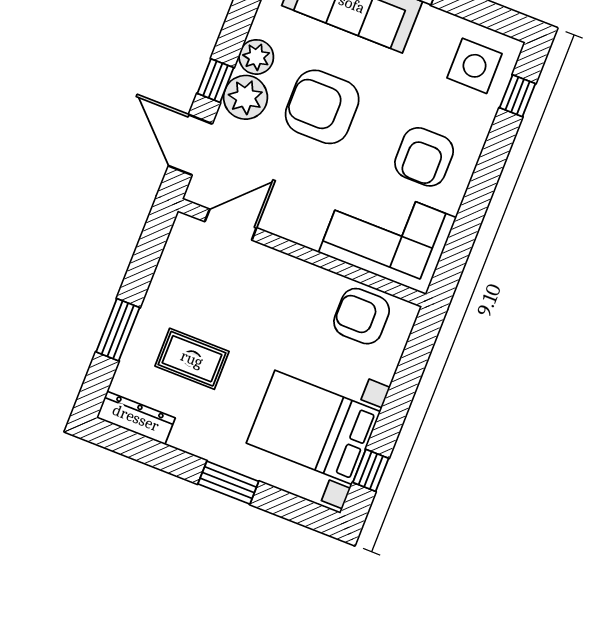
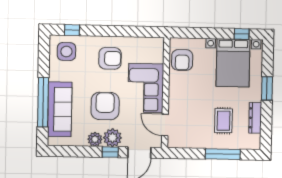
armchair: (322, 107) -> (105, 106), turned 180
corner sofa: (387, 235) -> (146, 88), moved
window: (118, 330) -> (223, 154), width x1.44
dresser: (136, 418) -> (255, 118), moved

